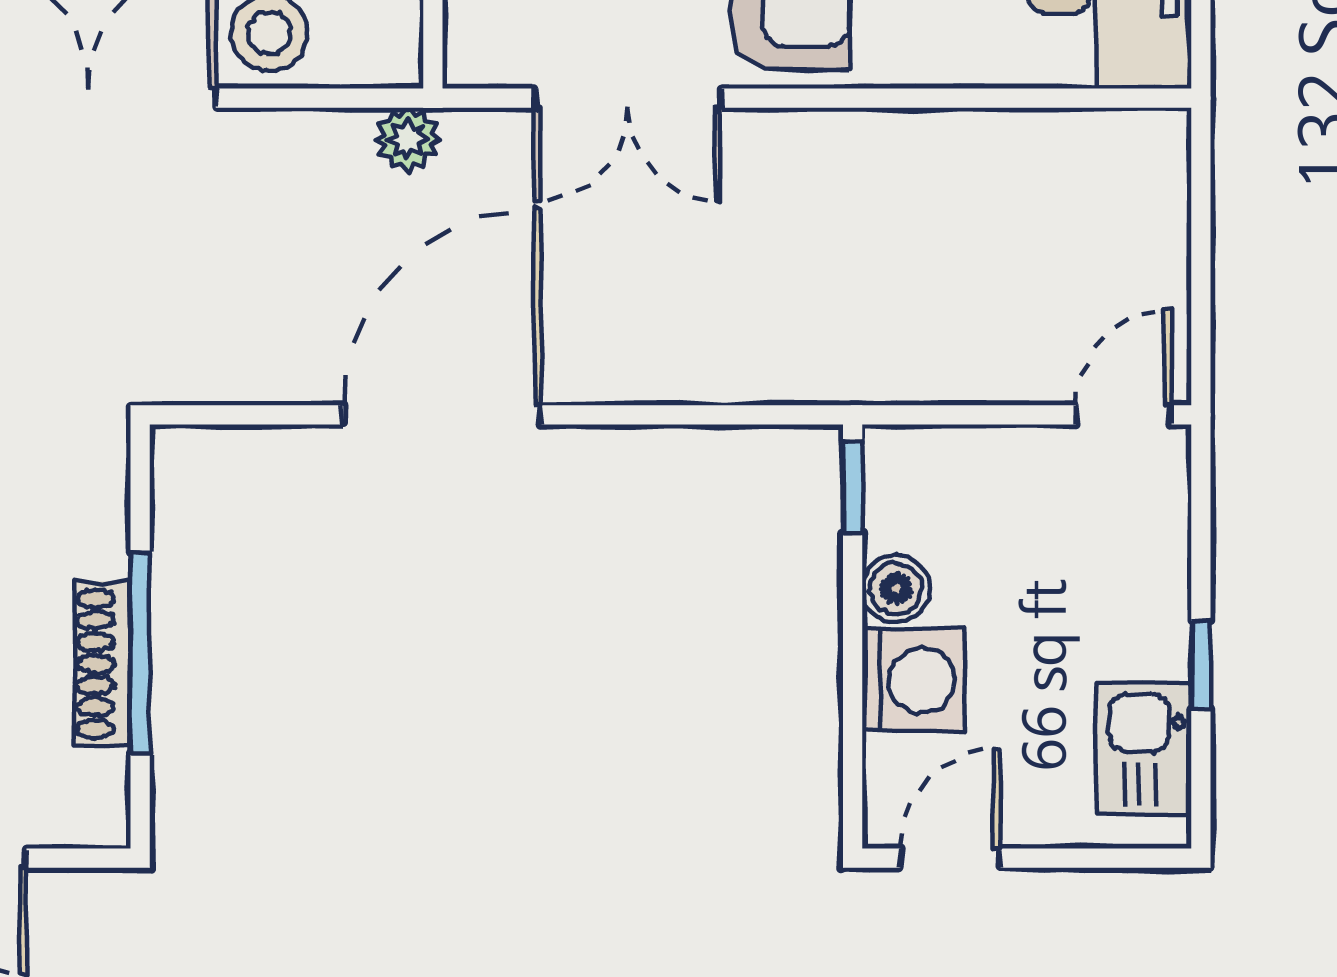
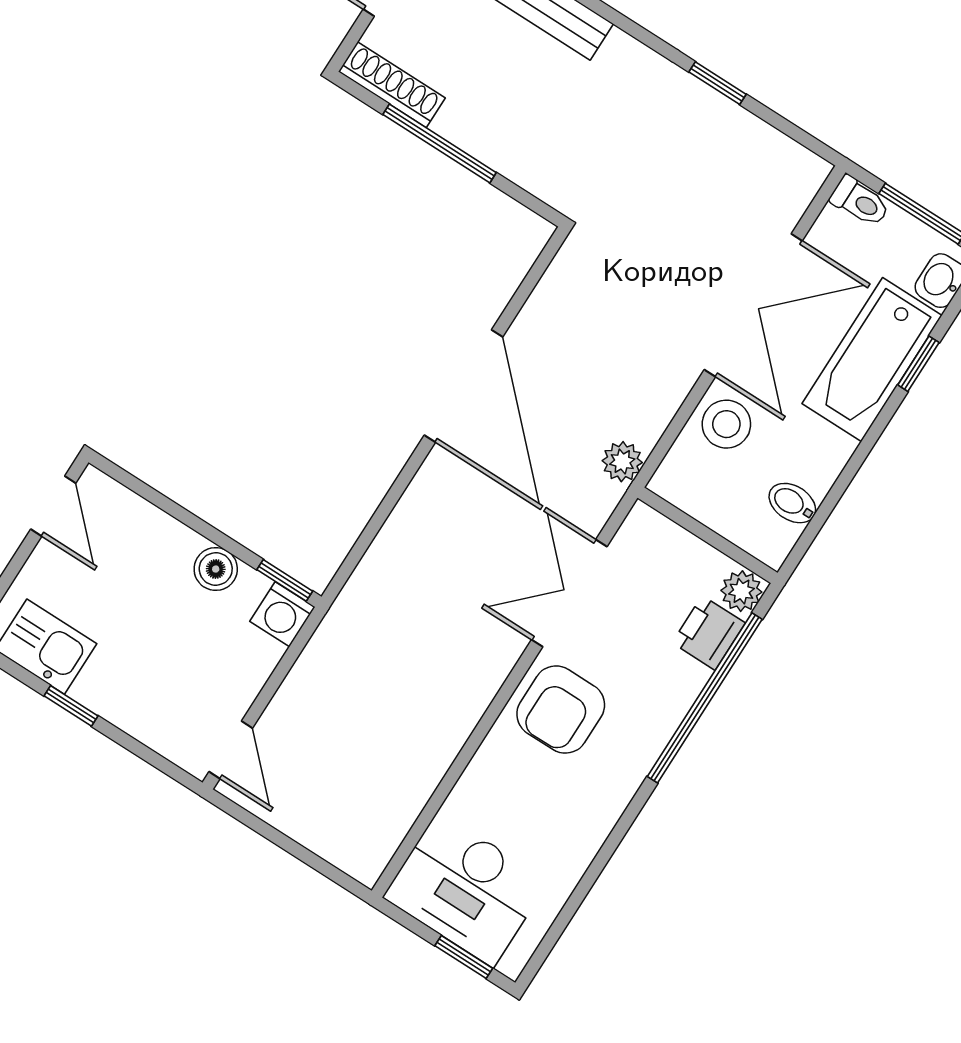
shoe rack: (103, 664) -> (392, 85), moved
washing machine: (913, 680) -> (282, 614), moved, width x0.73, depth x0.73

